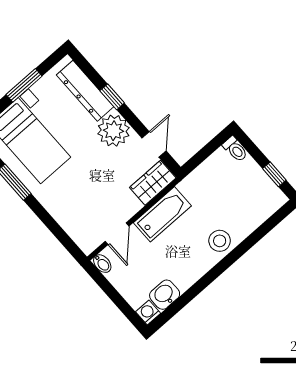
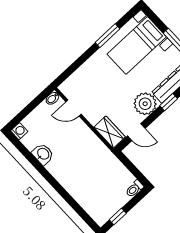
bathtub: (162, 214) -> (88, 139), removed
stool: (220, 241) -> (70, 180), removed
washbasin: (165, 295) -> (43, 154), moved

